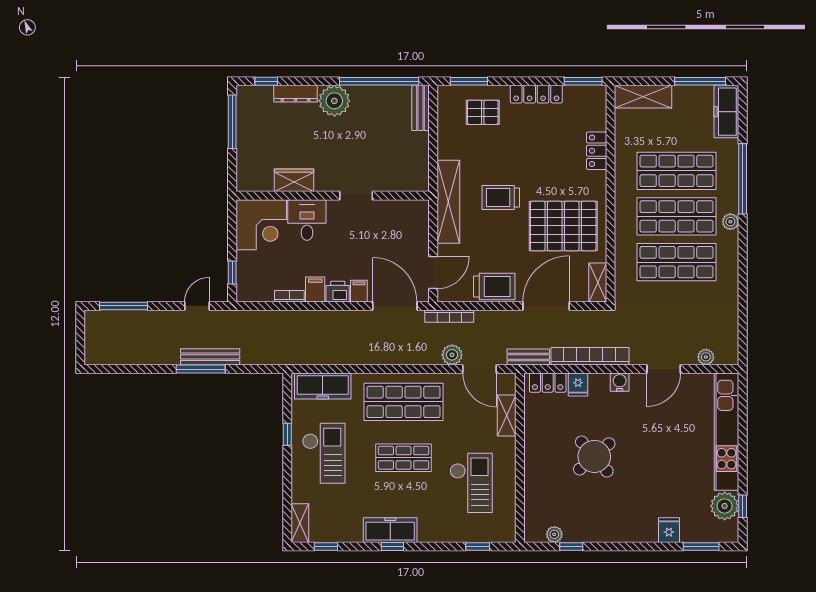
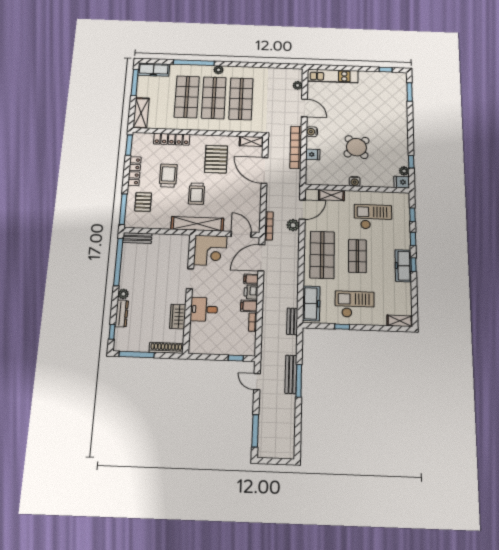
window: (469, 81) -> (123, 209), width x1.44
plant: (334, 101) -> (123, 294), width x0.53, depth x0.53
locker: (597, 151) -> (172, 139), width x1.53
shoe rack: (244, 166) -> (166, 348), added
corner desk: (261, 225) -> (210, 250), moved, turned 90
pallet: (563, 226) -> (216, 159), width x0.73, depth x0.71
trolley: (494, 286) -> (168, 176), moved
bench: (528, 357) -> (292, 321), moved
locker: (548, 383) -> (311, 171), removed
kitchen unit: (727, 432) -> (333, 76), width x0.73
water cooler: (532, 453) -> (355, 181), added
plant: (725, 506) -> (386, 79), removed
fridge: (669, 530) -> (402, 182), moved
window: (326, 546) -> (413, 239), moved

